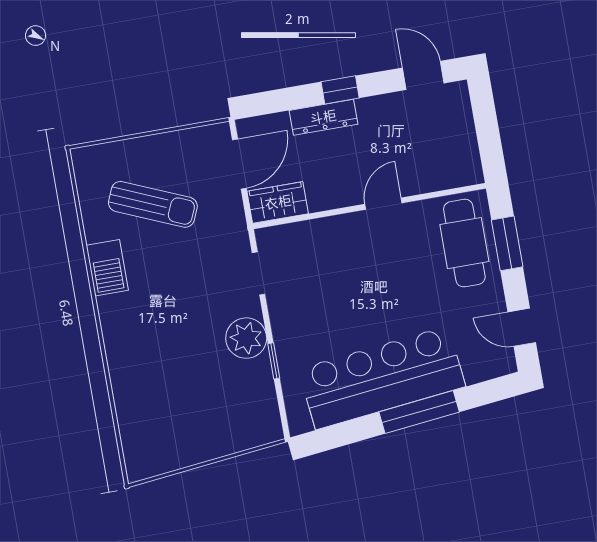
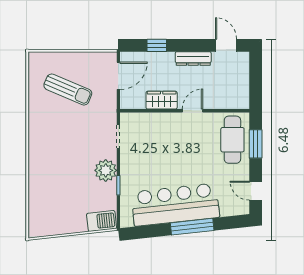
window: (340, 90) -> (157, 45), moved
dresser: (323, 117) -> (193, 59), moved
wardrobe: (278, 202) -> (162, 100), moved
barbecue: (107, 268) -> (102, 221), moved, turned -96

